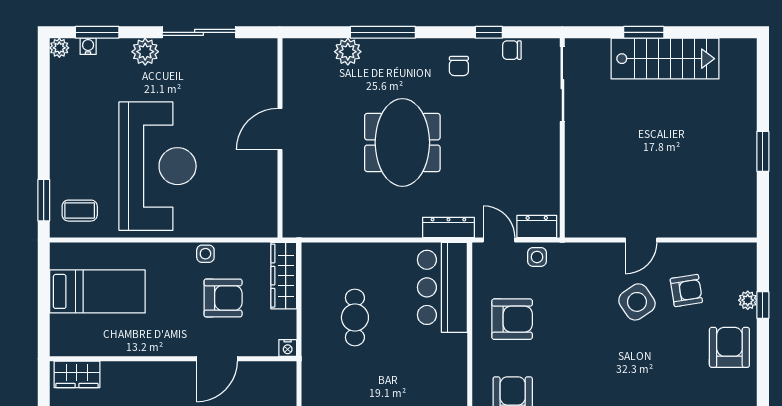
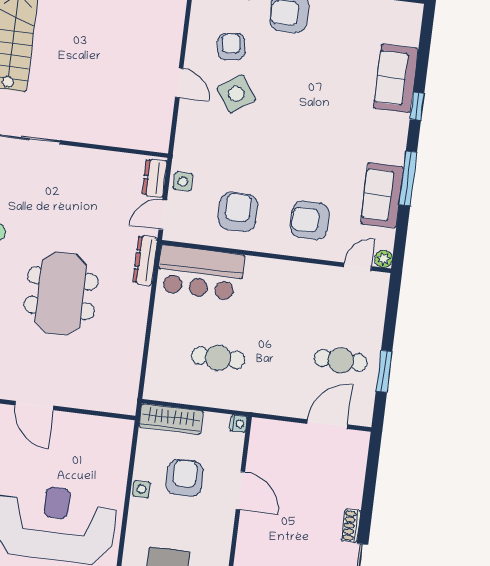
meeting table: (402, 142) -> (61, 293), turned 90

